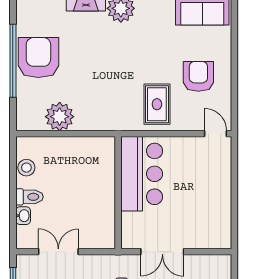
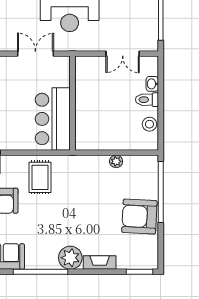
armchair: (38, 58) -> (139, 216), turned 93
window: (13, 61) -> (161, 192), moved
plant: (60, 117) -> (116, 161), width x0.53, depth x0.53

